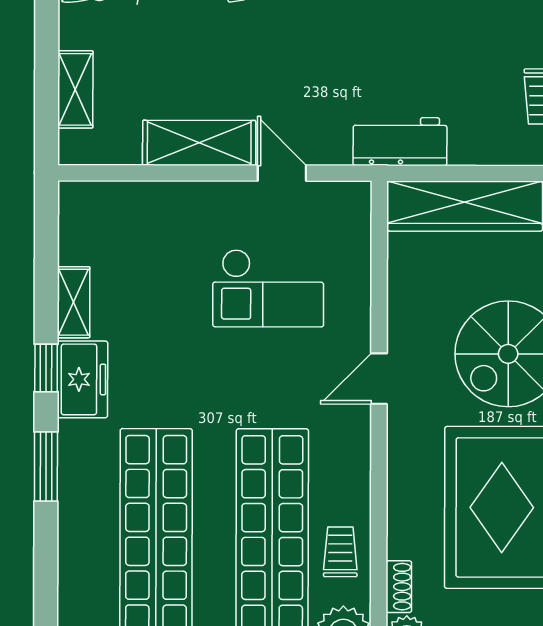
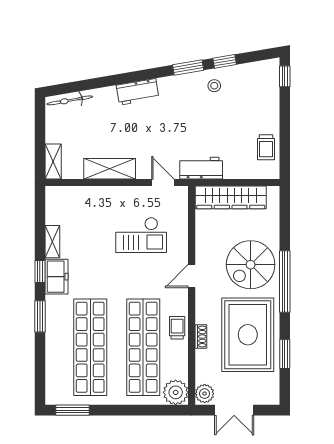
shelving: (75, 89) -> (53, 161), moved
door: (282, 173) -> (163, 183), moved
trolley: (340, 552) -> (177, 328), moved
shoe rack: (399, 587) -> (201, 337), moved

